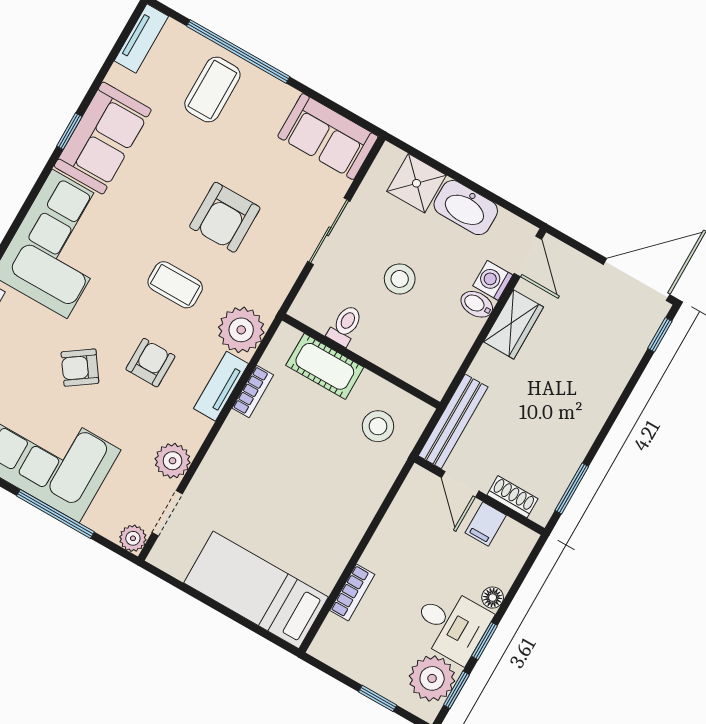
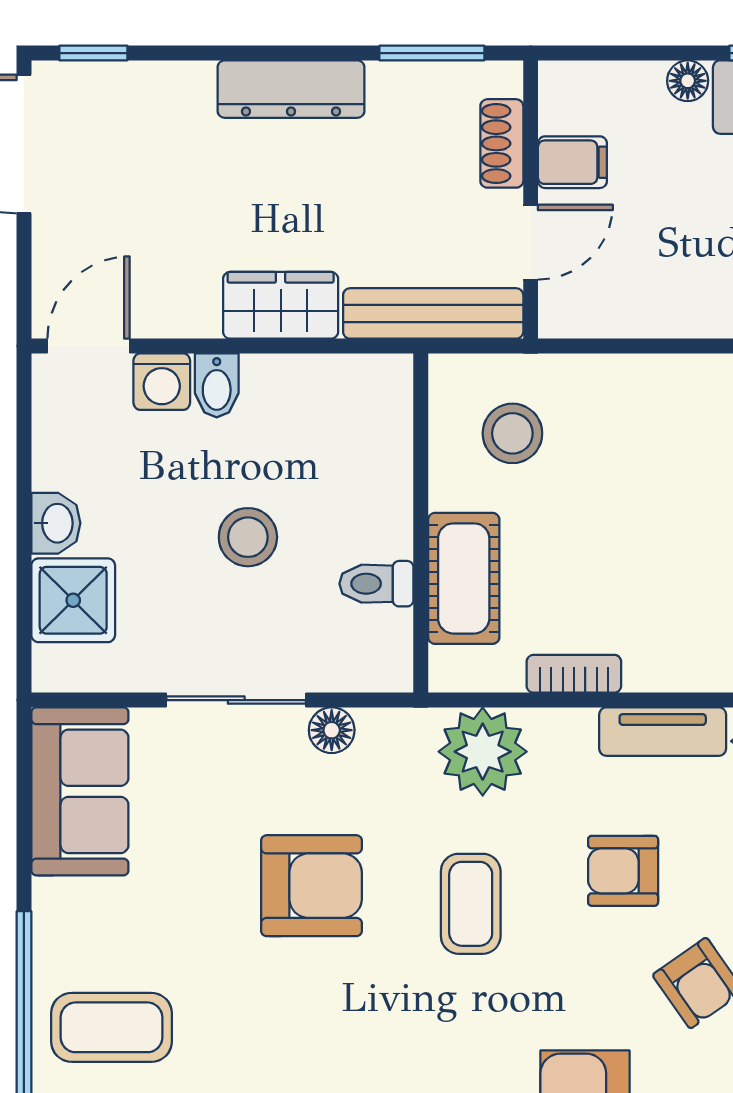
washbasin: (466, 208) -> (56, 523), width x0.52, depth x0.69
floor lamp: (290, 267) -> (332, 730), added
wardrobe: (514, 324) -> (281, 305), moved
tv unit: (221, 386) -> (663, 732), moved
dresser: (592, 415) -> (291, 89), added

